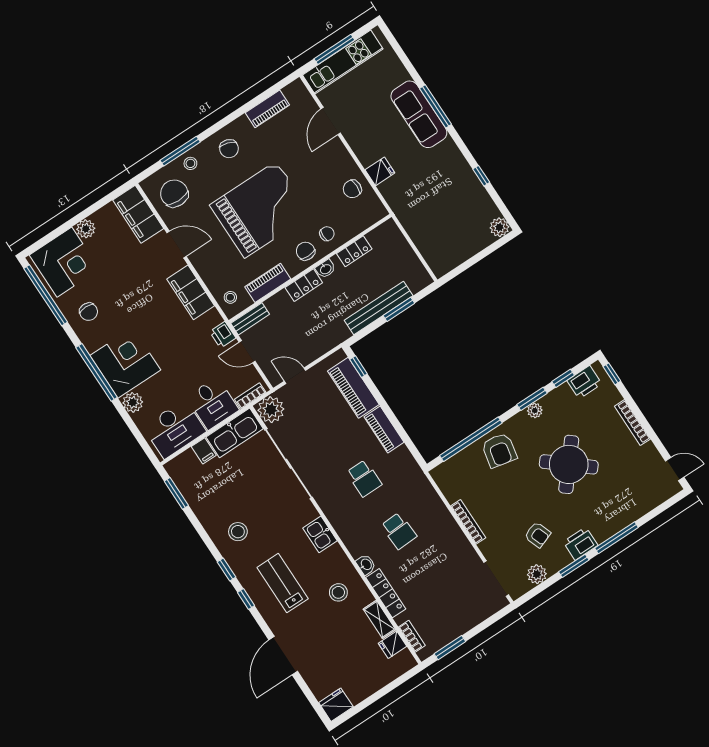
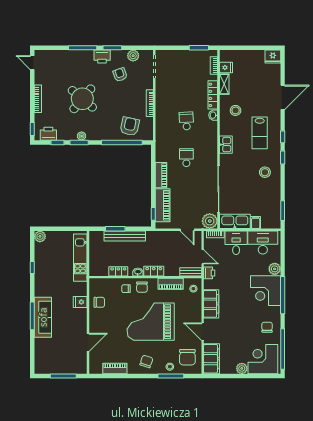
kitchen unit: (343, 62) -> (80, 258), moved, turned -90
armchair: (499, 450) -> (130, 126), moved

